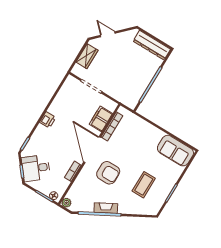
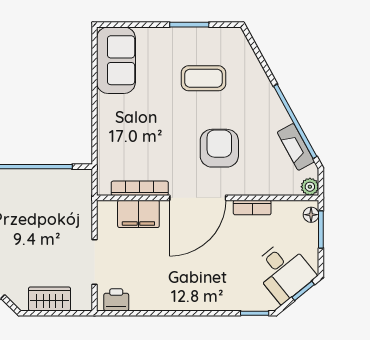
printer: (48, 120) -> (116, 300), moved
fireplace: (106, 208) -> (296, 147), moved

